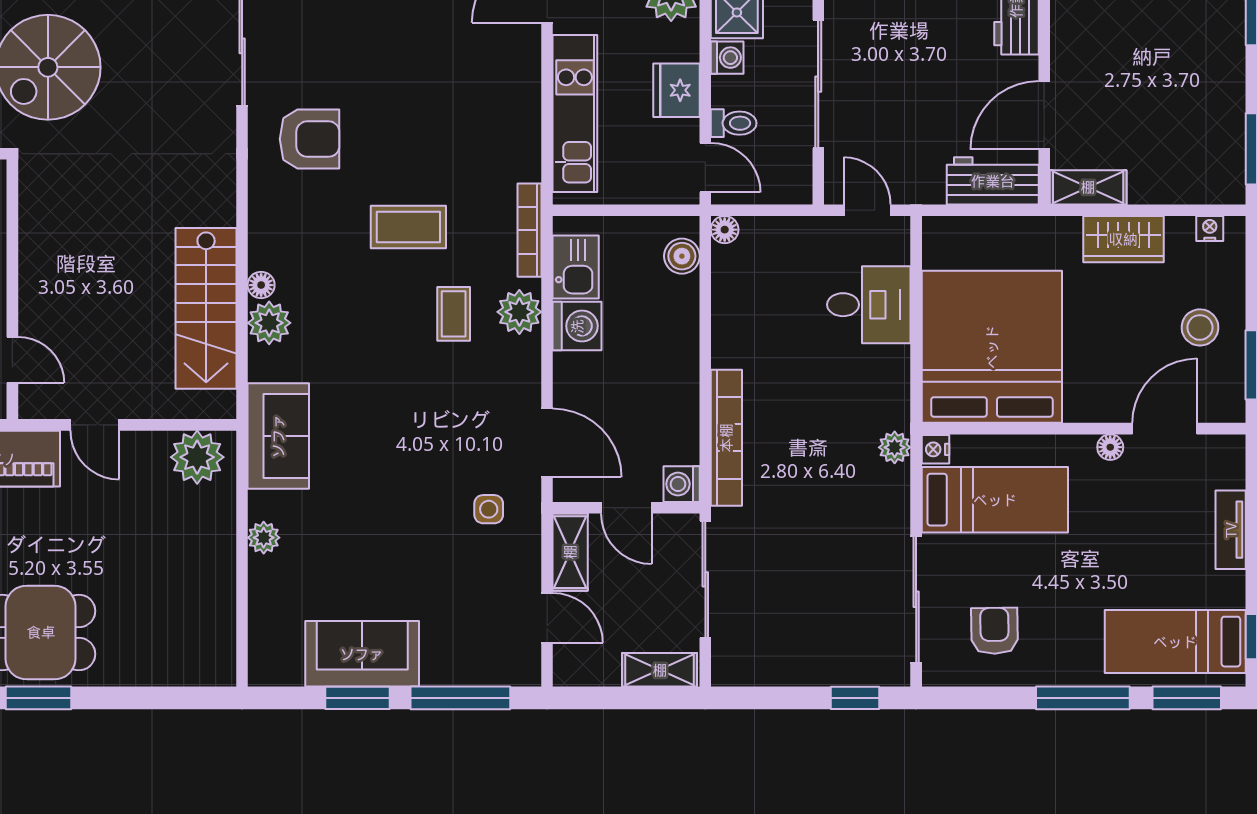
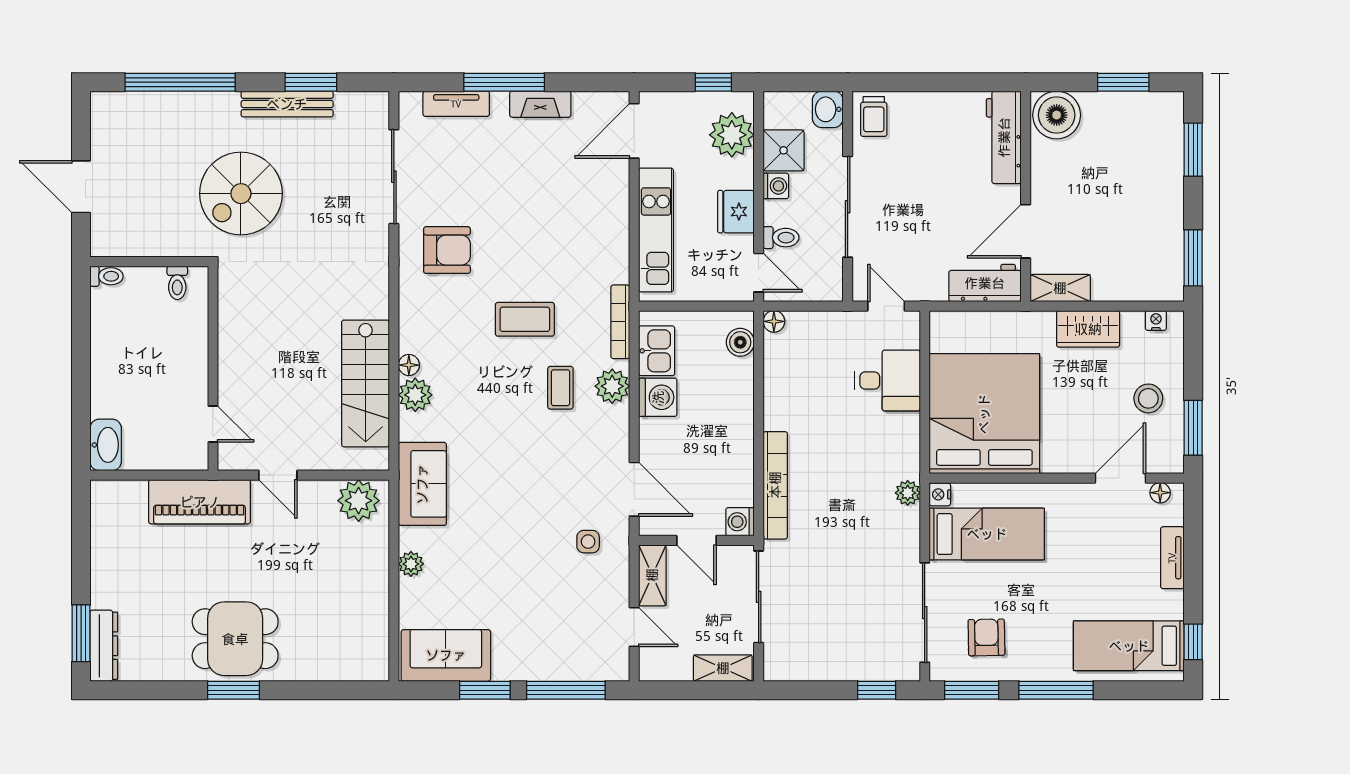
floor lamp: (1110, 447) -> (1160, 493), moved
sofa: (362, 654) -> (446, 655), moved
window: (1187, 698) -> (972, 690), moved

